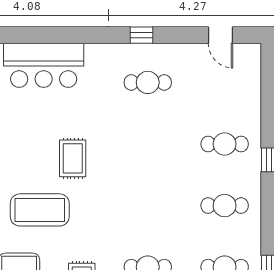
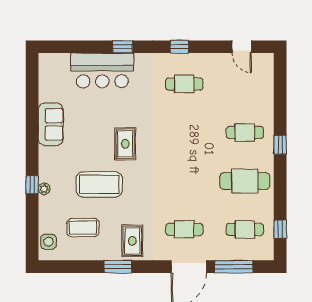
window: (69, 35) -> (123, 47), added
cafe table: (225, 206) -> (245, 181), width x1.37, depth x1.35

